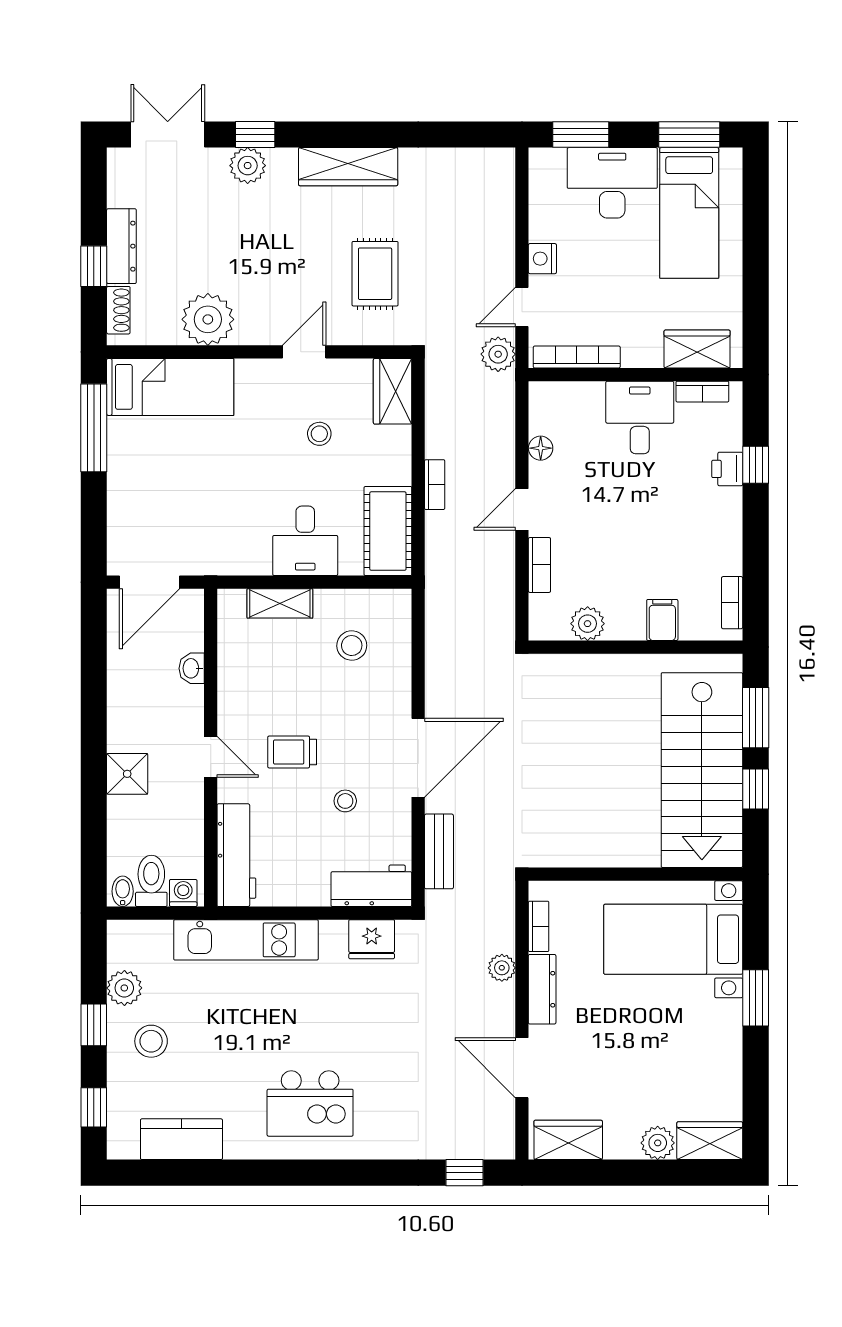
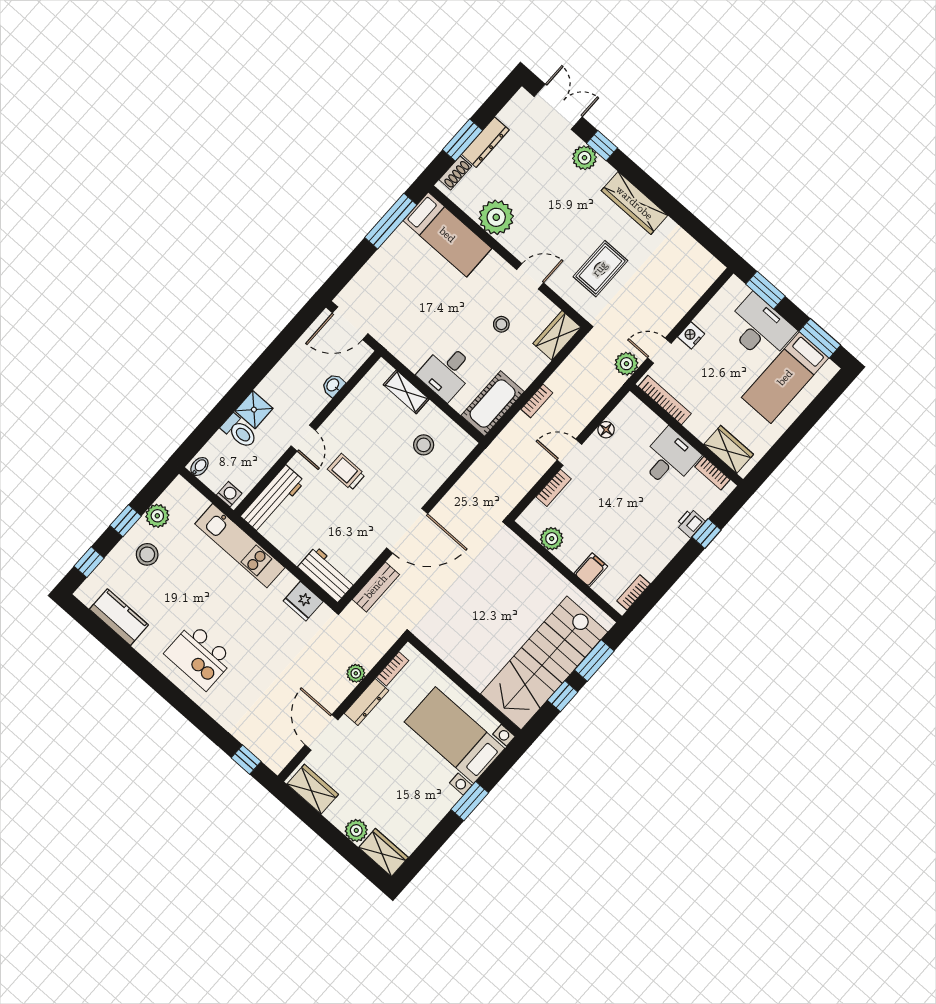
window: (94, 266) -> (463, 140), width x1.50
stool: (345, 801) -> (351, 520), removed
toilet: (151, 881) -> (239, 431), moved, turned 90

